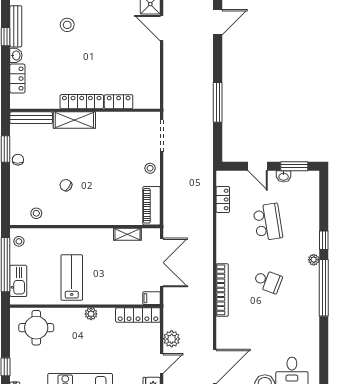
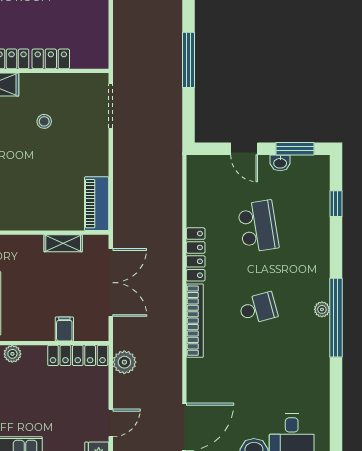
stool: (150, 168) -> (44, 121), moved
locker: (223, 199) -> (196, 254), moved, width x1.53
window: (324, 240) -> (336, 204), moved
plant: (314, 260) -> (322, 309), moved
school desk: (268, 281) -> (258, 308), turned -36
filing cabinet: (152, 298) -> (64, 329), moved, turned 90
plant: (172, 339) -> (124, 362), moved

